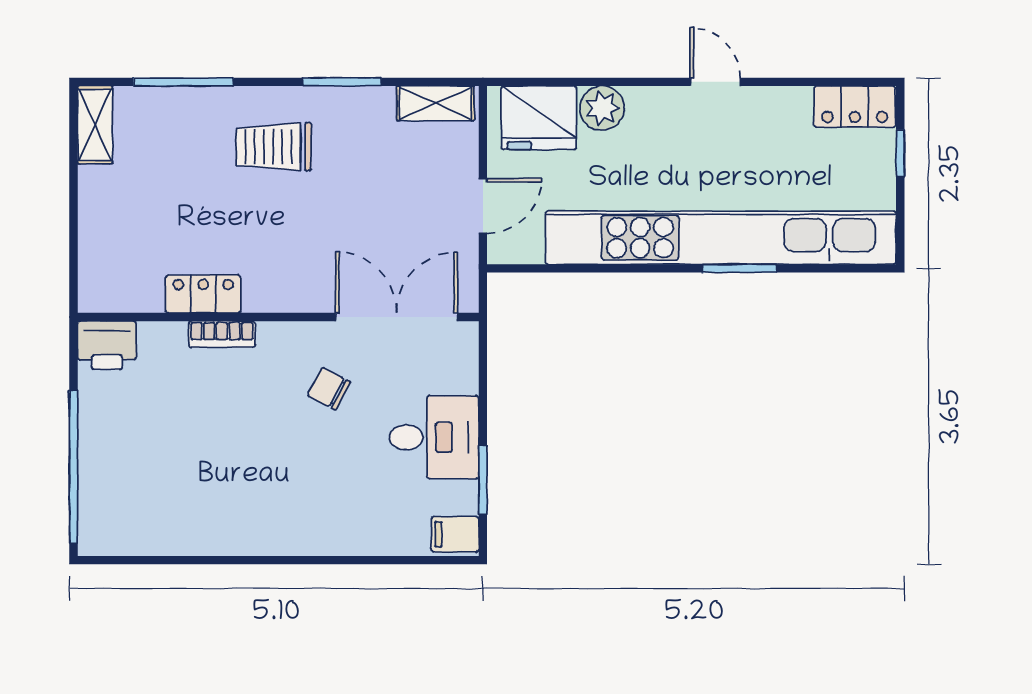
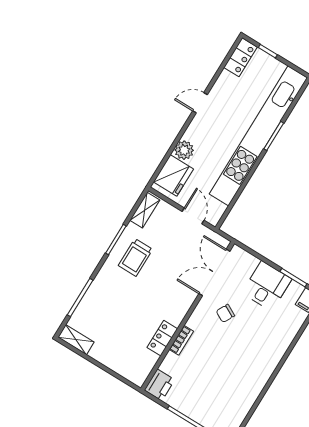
trolley: (274, 147) -> (136, 257), moved

